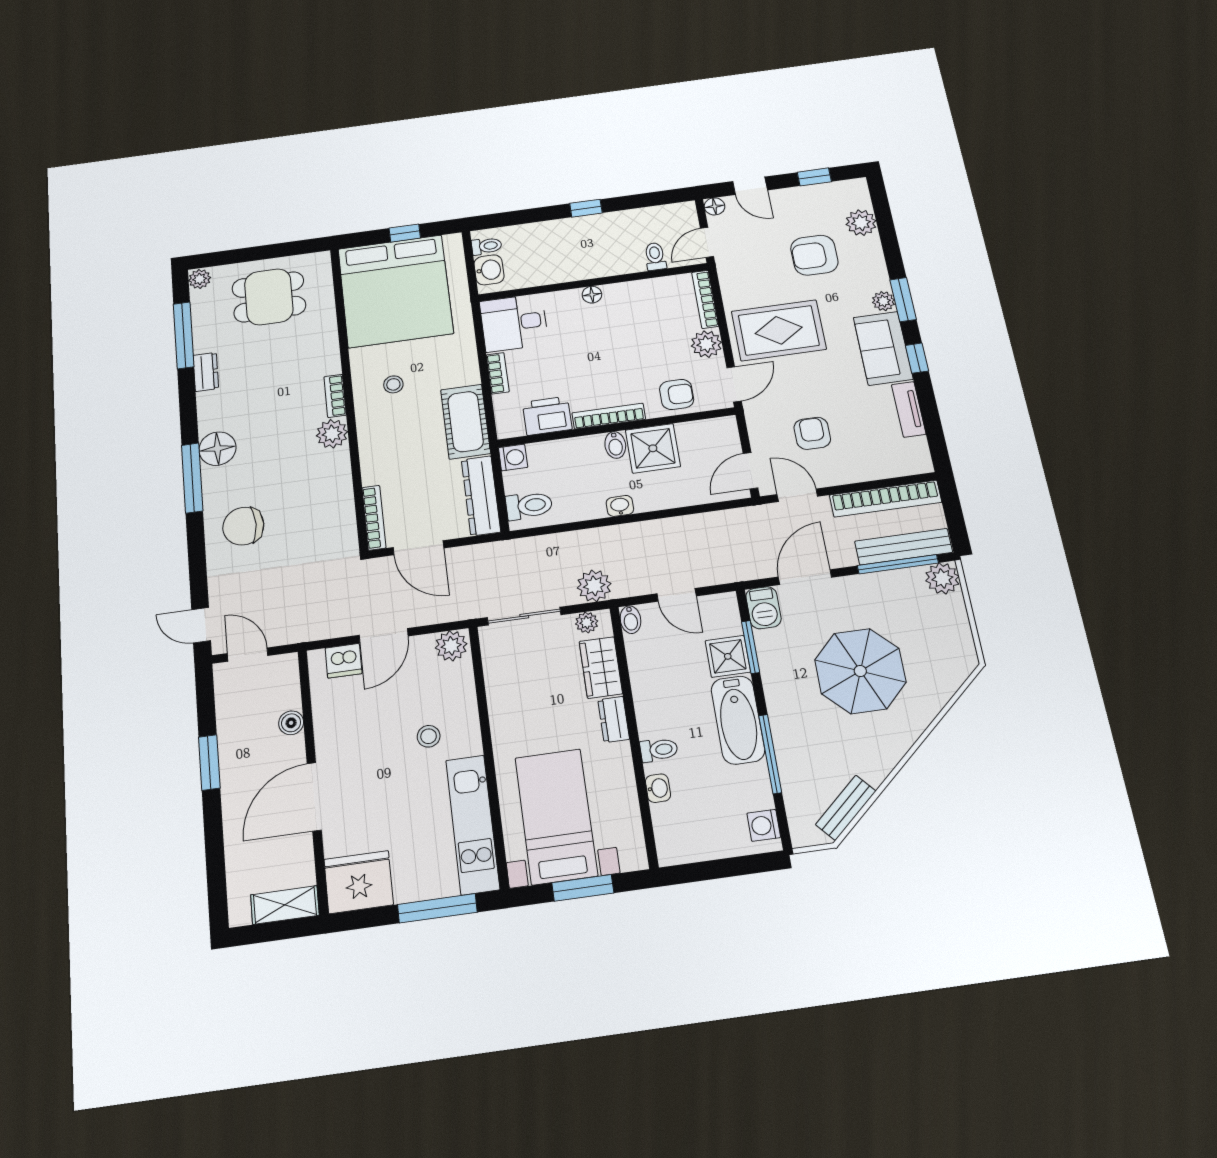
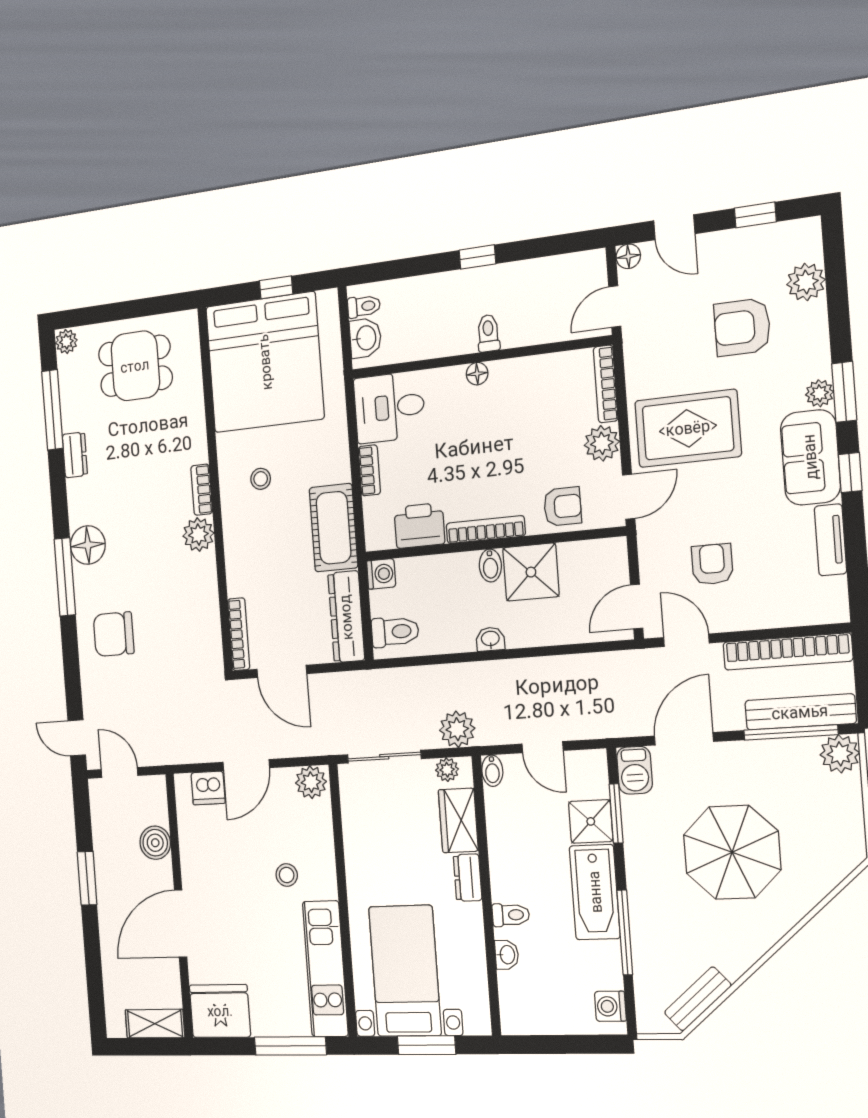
toilet: (655, 256) -> (488, 333), moved
boiler: (291, 723) -> (155, 843), width x1.36, depth x1.36

